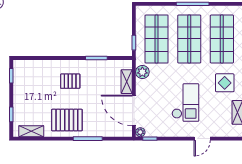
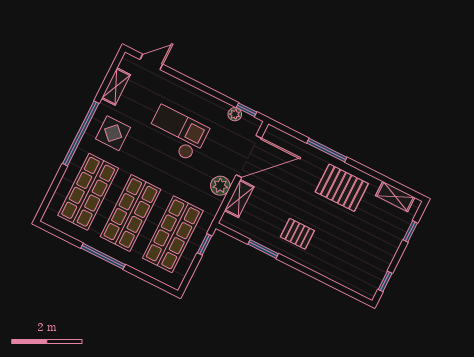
plant: (142, 72) -> (220, 186), moved
pallet: (70, 81) -> (297, 234), moved
checkout: (185, 103) -> (177, 133), turned 90
door: (134, 110) -> (249, 156), hinge flipped
plant: (140, 132) -> (235, 114), moved
door: (202, 139) -> (151, 62), moved

